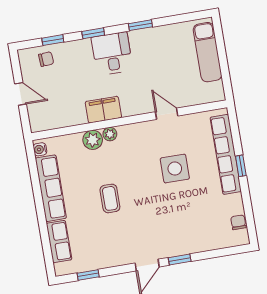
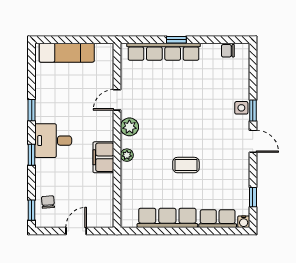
window: (53, 40) -> (32, 210), moved
plant: (93, 140) -> (129, 127), moved
water cooler: (40, 149) -> (244, 222), moved
side table: (175, 169) -> (241, 108), moved, width x0.54, depth x0.54

